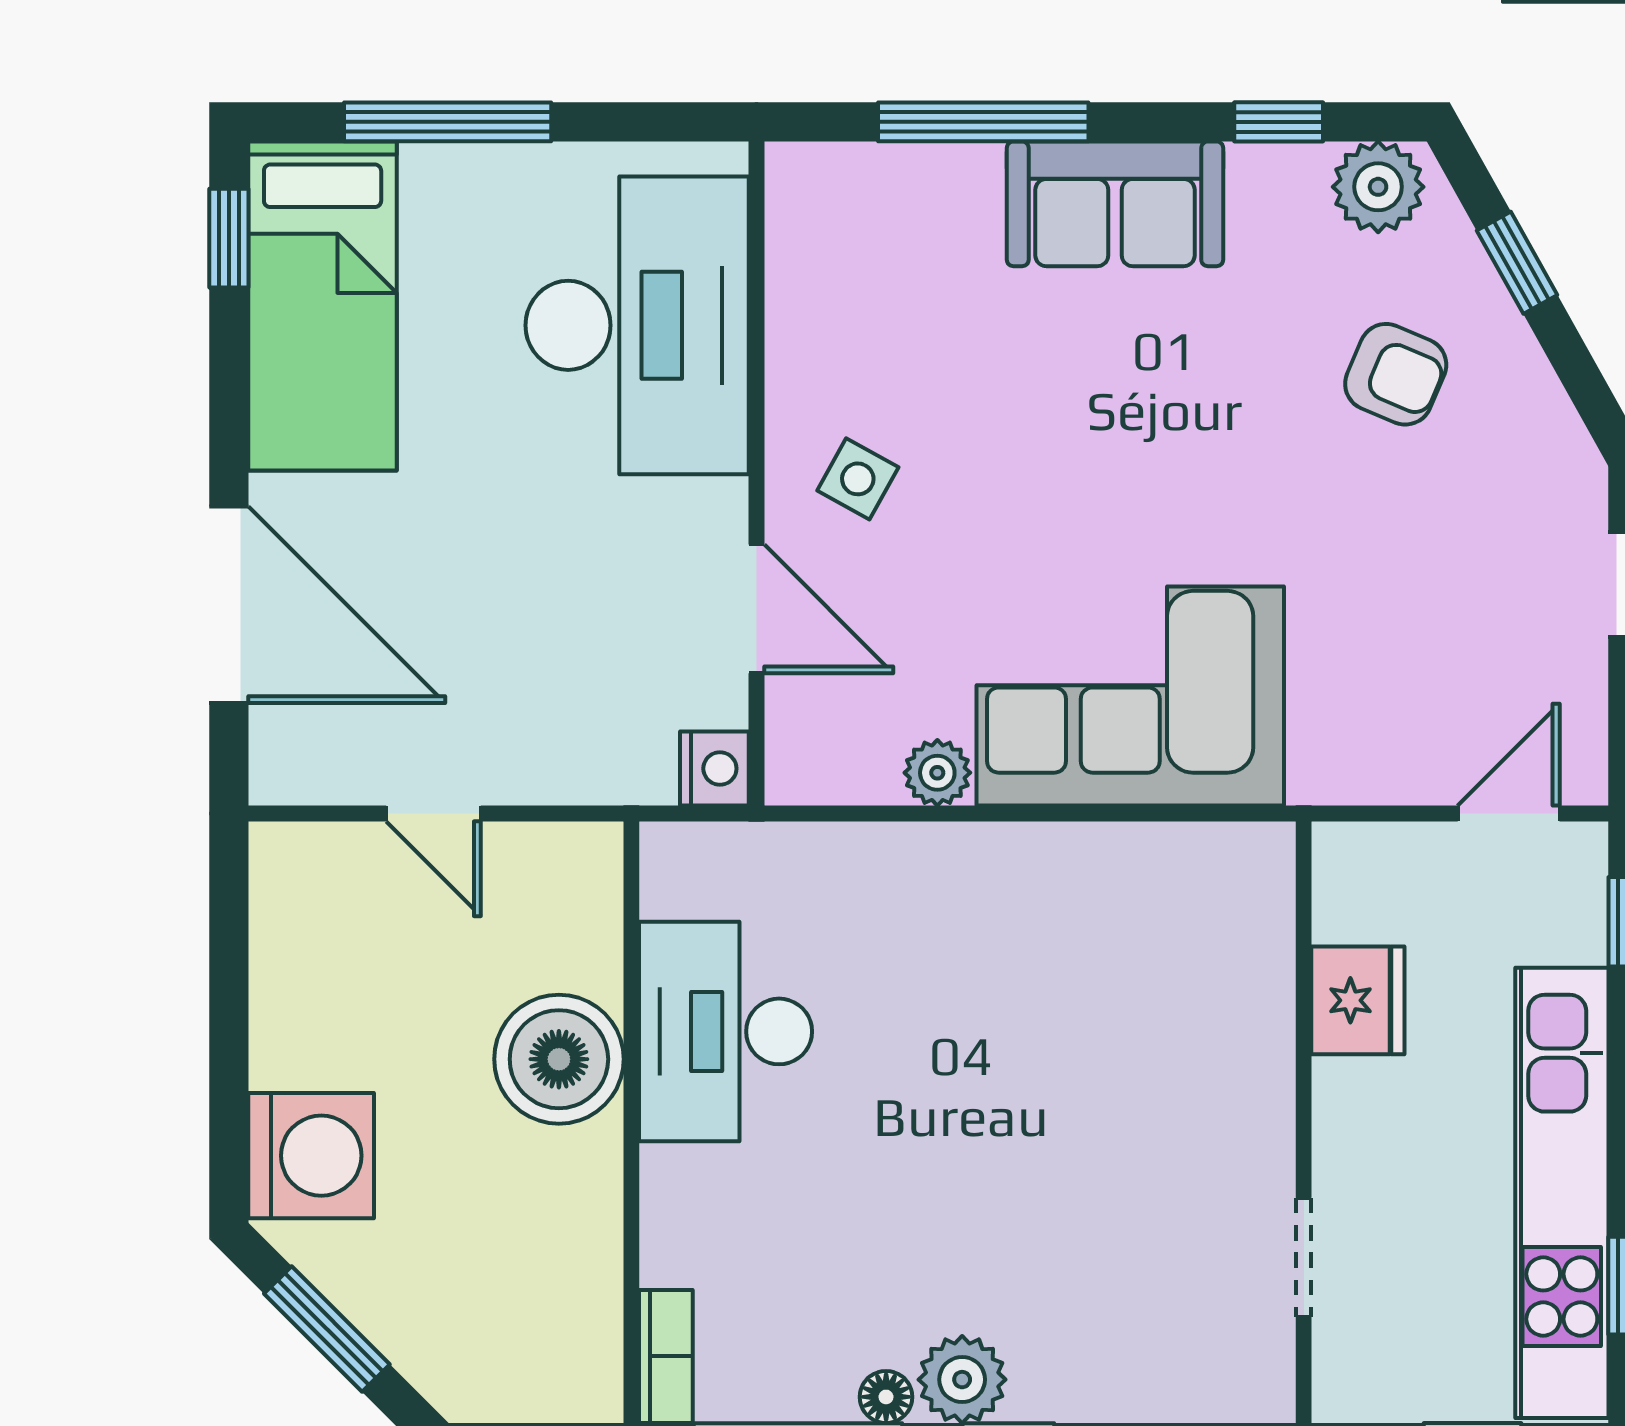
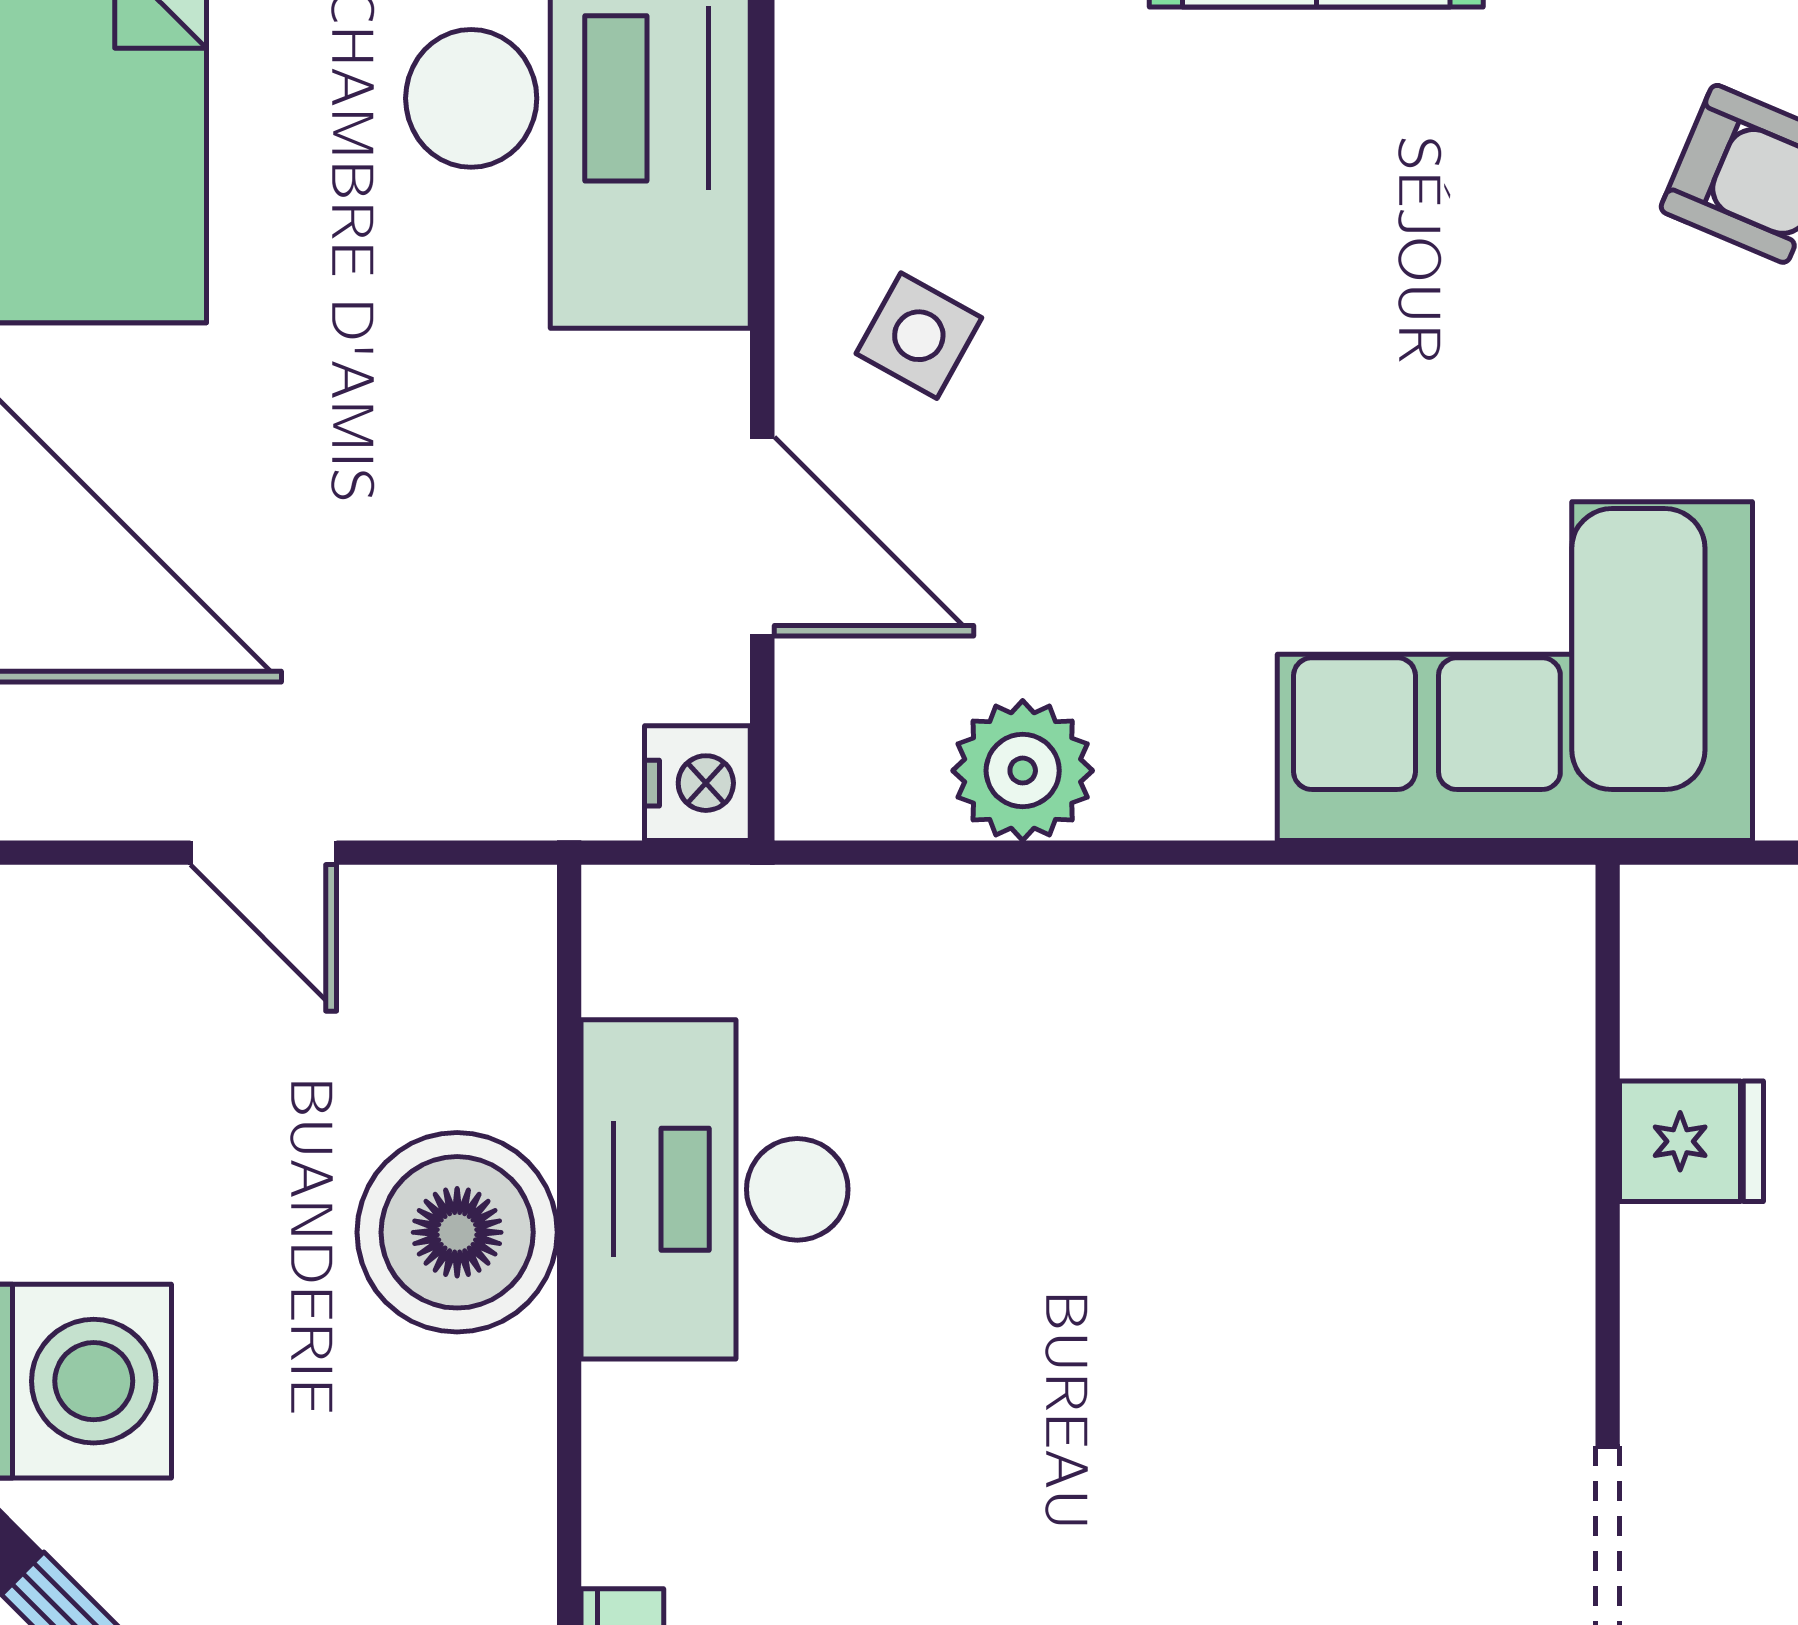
corner sofa: (1130, 696) -> (1515, 671), moved
plant: (937, 773) -> (1023, 771), width x1.38, depth x1.38
fridge: (1358, 1000) -> (1692, 1141), width x0.72

